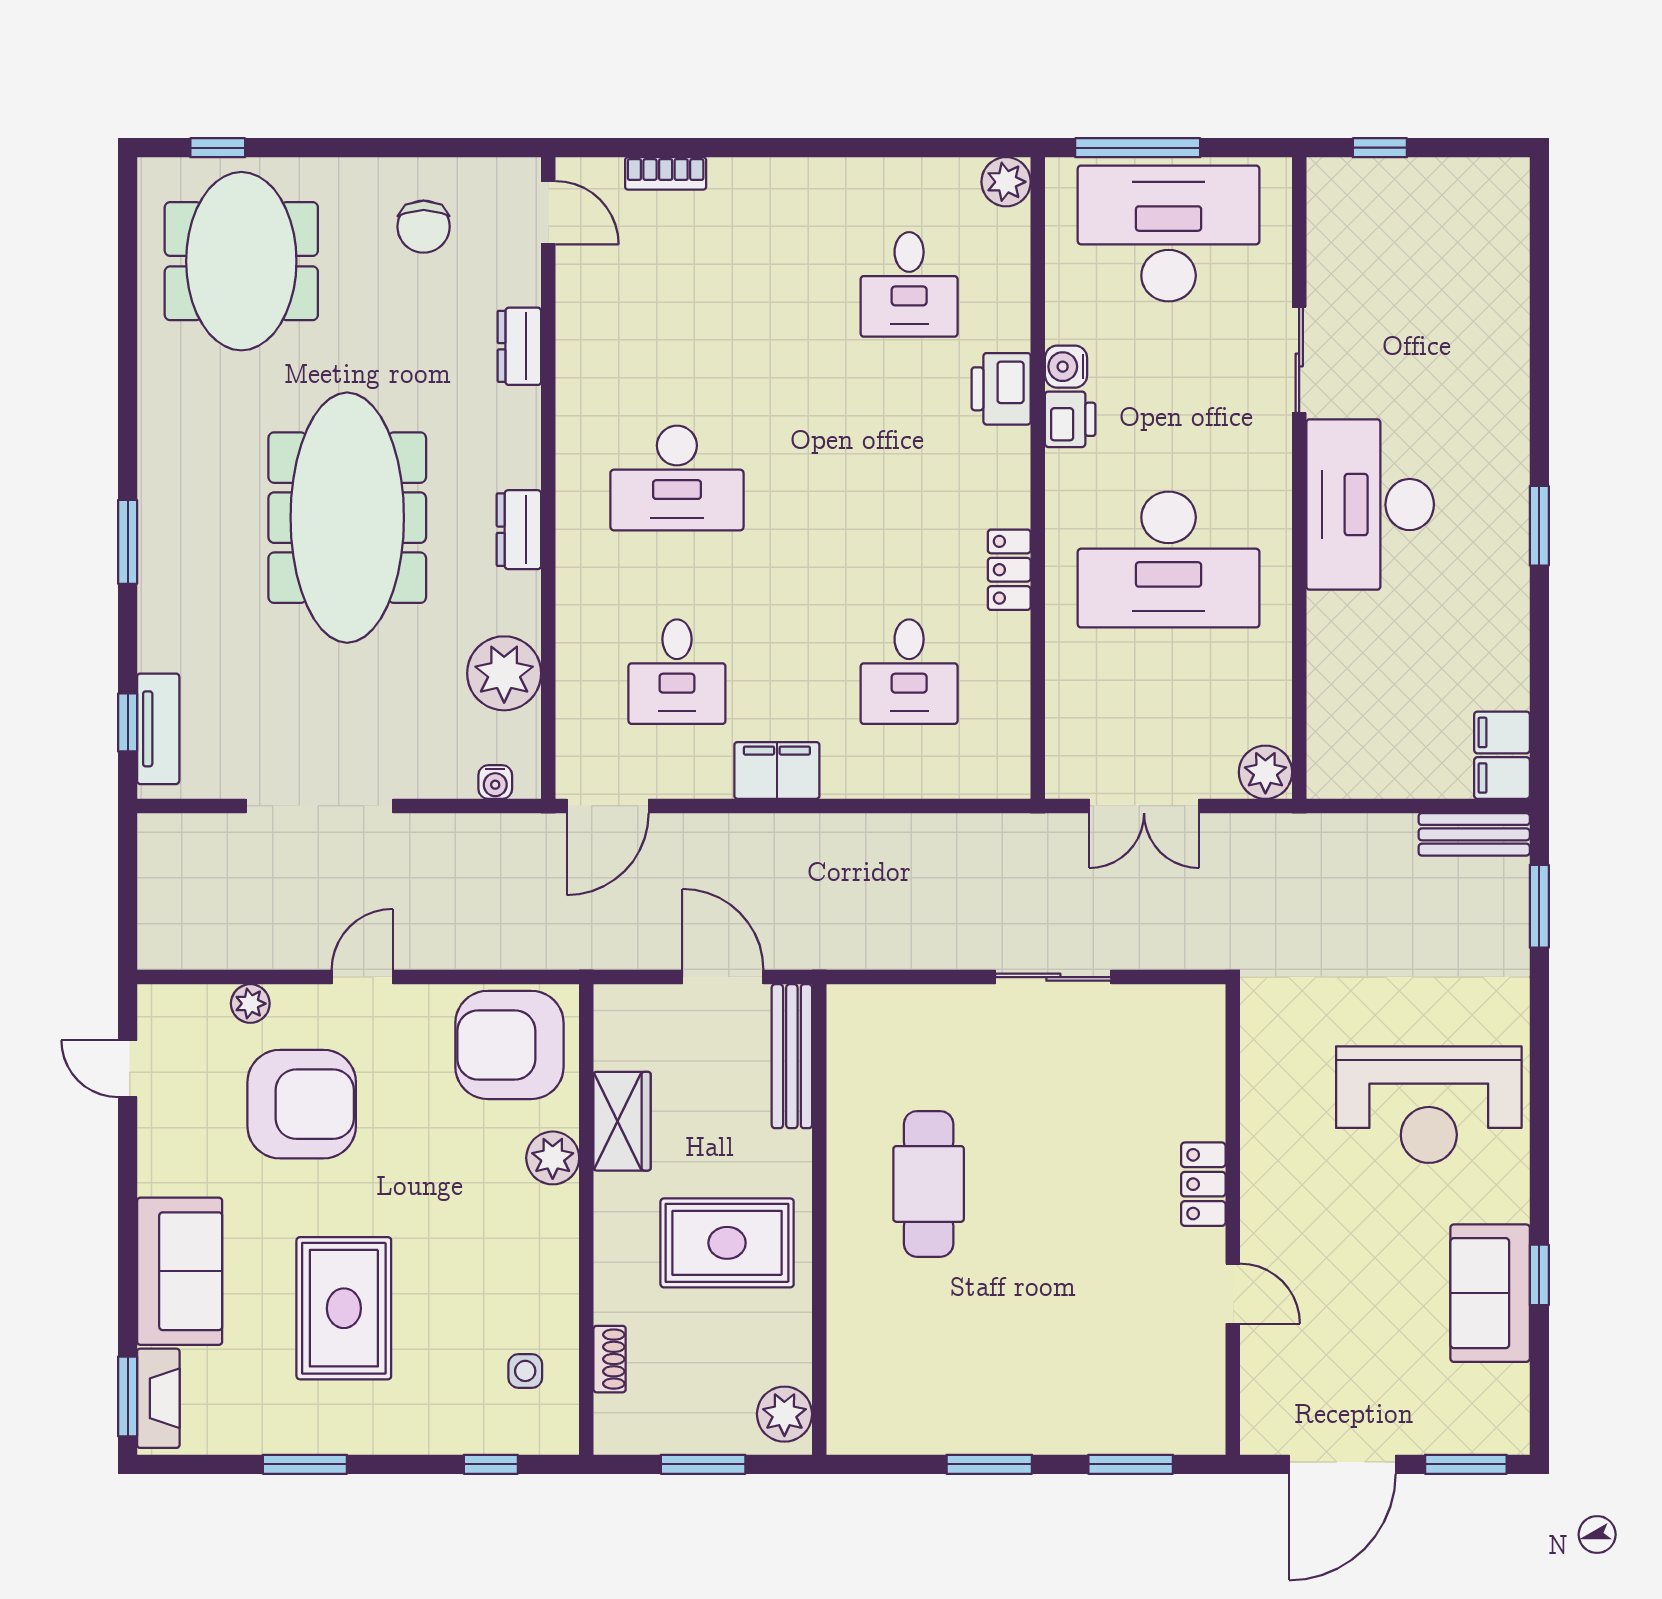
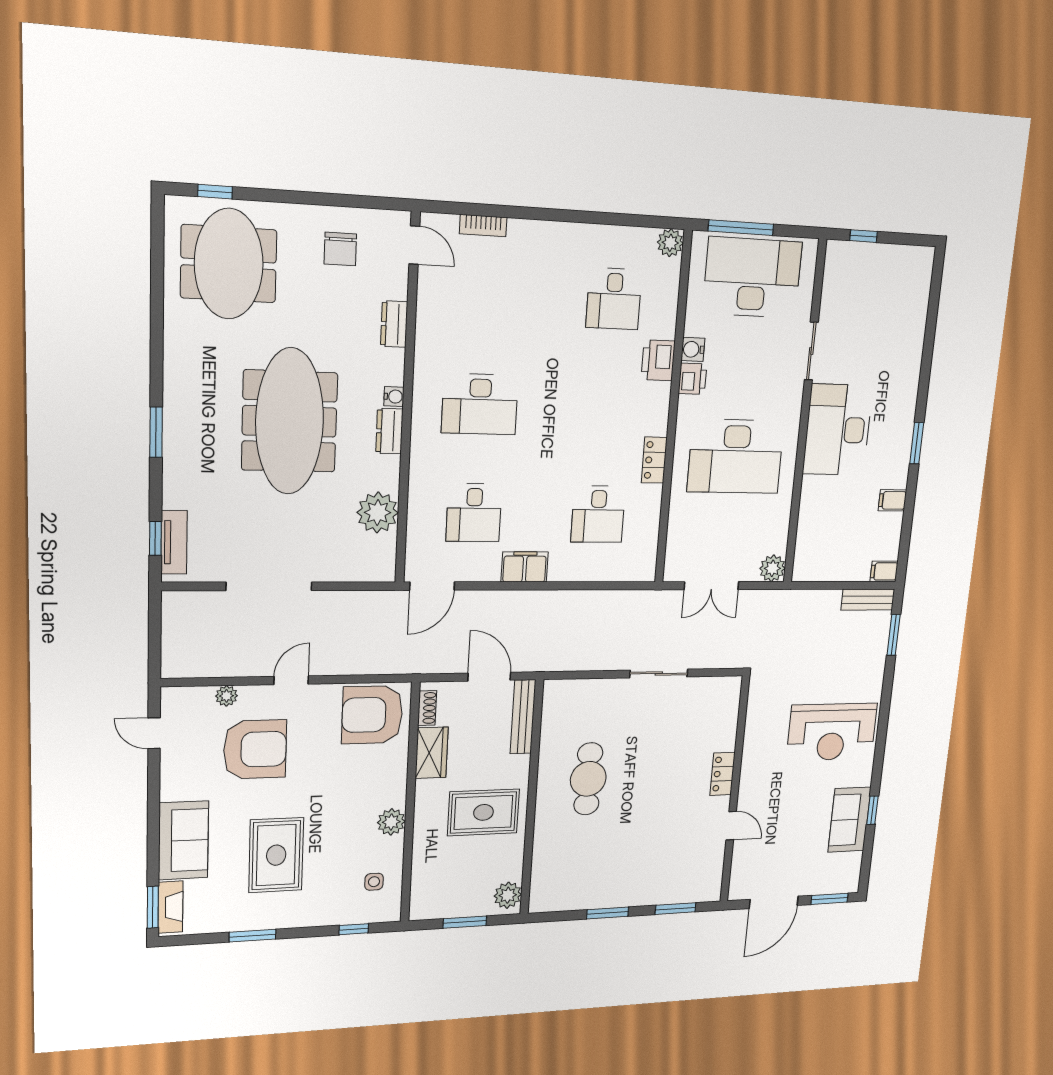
filing cabinet: (1502, 732) -> (892, 500), moved
water cooler: (495, 782) -> (394, 396), moved, turned -90
plant: (553, 1158) -> (391, 822), moved
shoe rack: (610, 1359) -> (427, 708), moved

